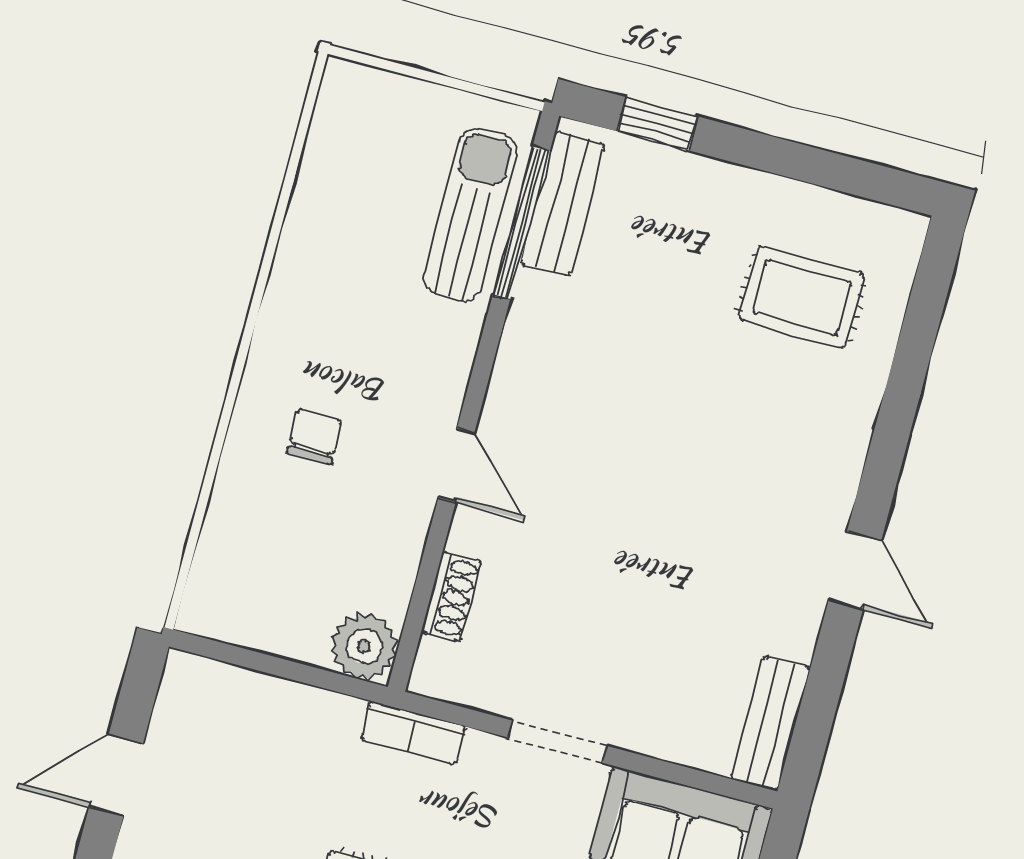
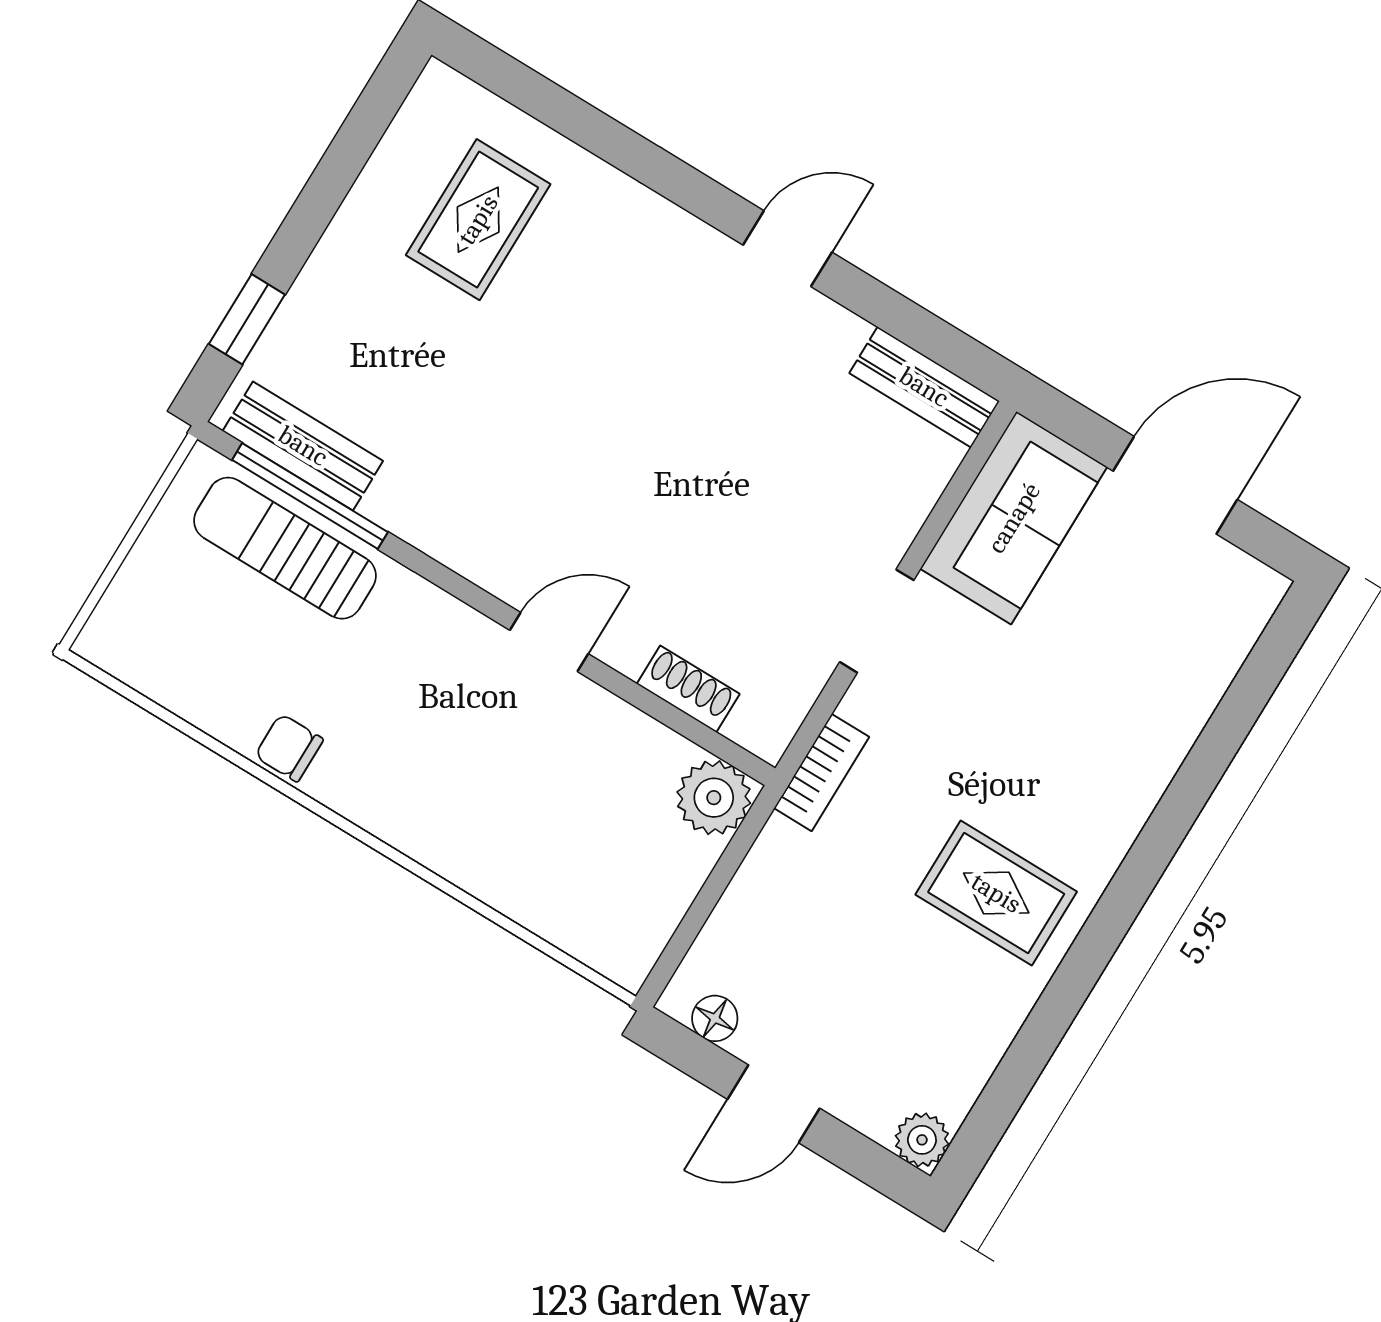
chair: (314, 437) -> (289, 748), moved
floor lamp: (175, 703) -> (715, 1018), added
door: (116, 775) -> (774, 1104), hinge flipped

